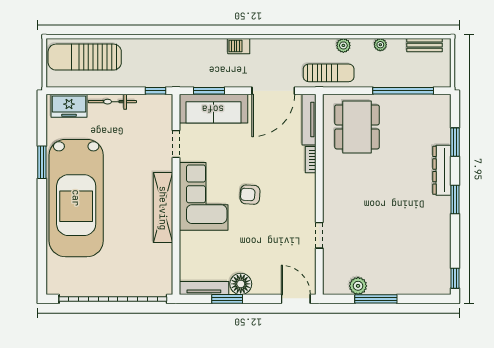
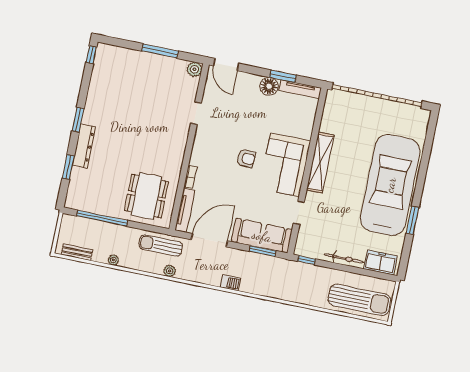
plant: (343, 45) -> (170, 271), moved
plant: (358, 286) -> (194, 69), moved

